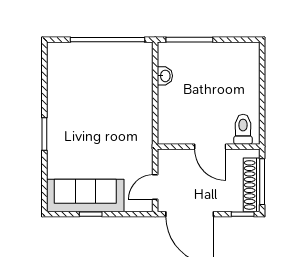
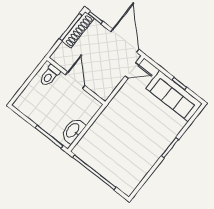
washbasin: (165, 76) -> (73, 131), width x1.91, depth x1.45
toilet: (243, 129) -> (50, 76), moved
wall: (209, 147) -> (76, 81), moved
door: (210, 147) -> (75, 80), moved

